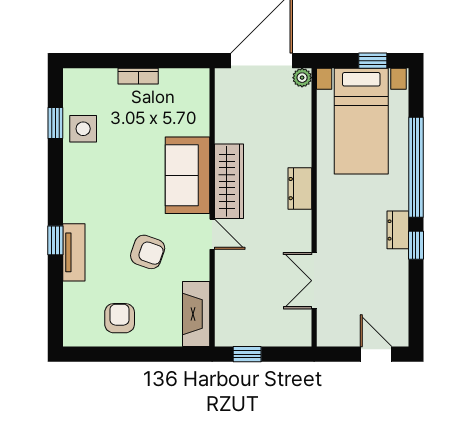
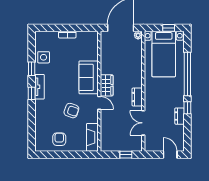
window: (55, 123) -> (32, 69), moved
wardrobe: (229, 181) -> (107, 85), width x0.67
dresser: (300, 189) -> (137, 97), moved
dresser: (398, 230) -> (180, 116), moved
window: (55, 240) -> (32, 93), moved
tv unit: (74, 252) -> (39, 87), moved
window: (247, 354) -> (126, 155), moved

